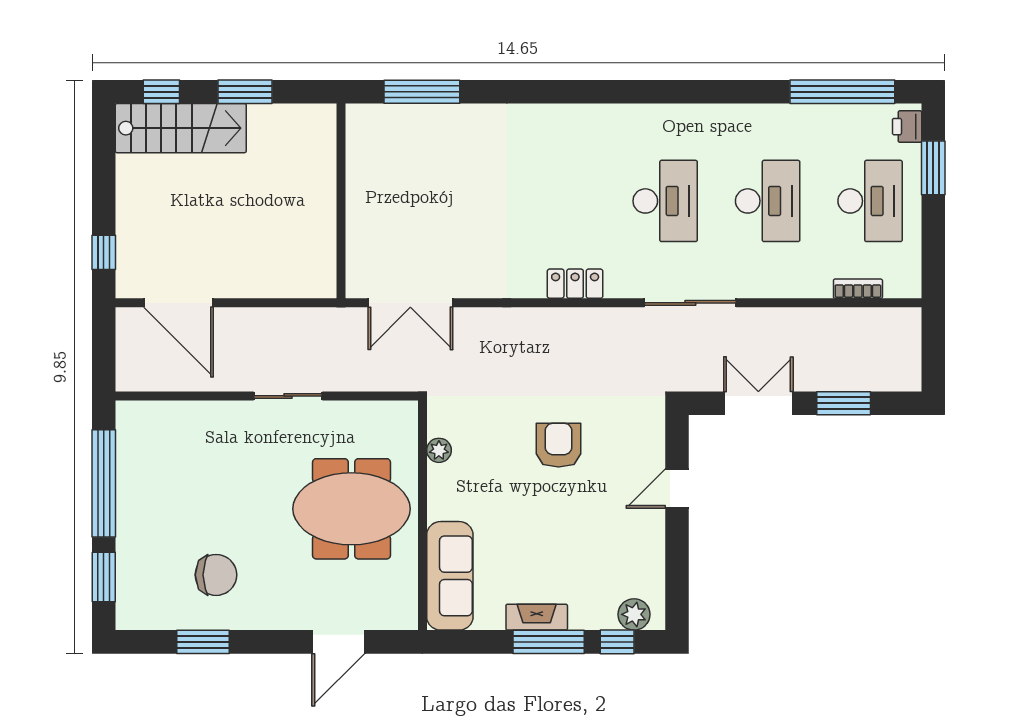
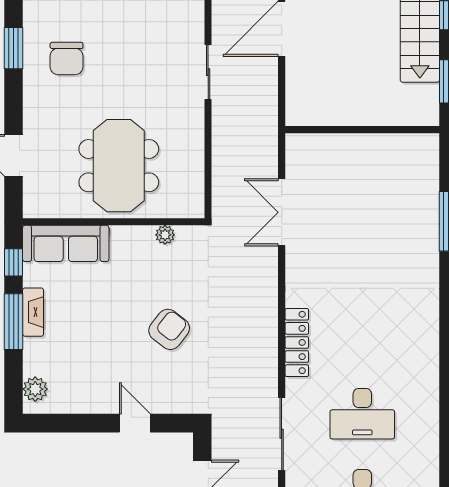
wall: (341, 201) -> (362, 130), moved
locker: (575, 284) -> (297, 342), width x1.53
sliding door: (288, 396) -> (208, 72), moved
armchair: (559, 445) -> (169, 329), turned -52
window: (617, 642) -> (14, 262), moved

